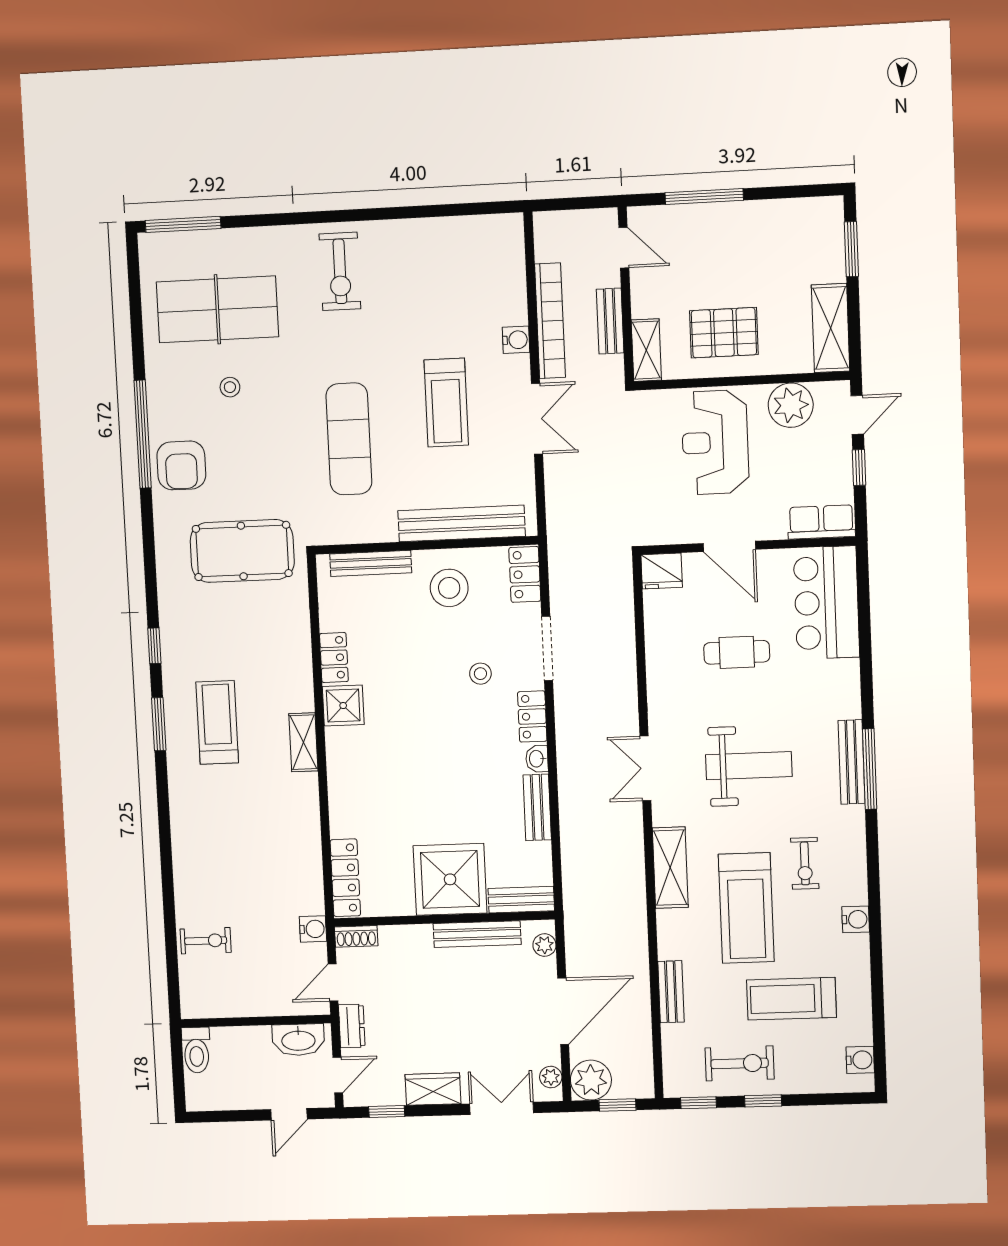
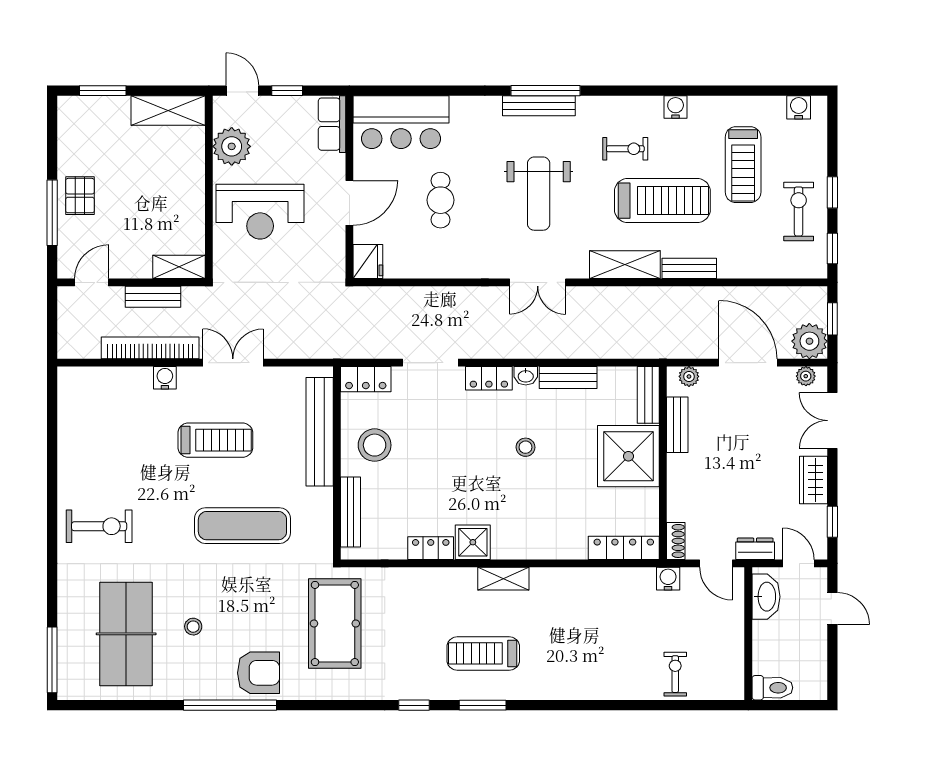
pallet: (724, 333) -> (80, 196), moved, width x0.67, depth x0.71
stool: (480, 674) -> (525, 447), moved
weight bench: (749, 766) -> (539, 194), turned 180
bench: (477, 934) -> (677, 425), width x0.73
bench: (671, 992) -> (689, 268), moved

